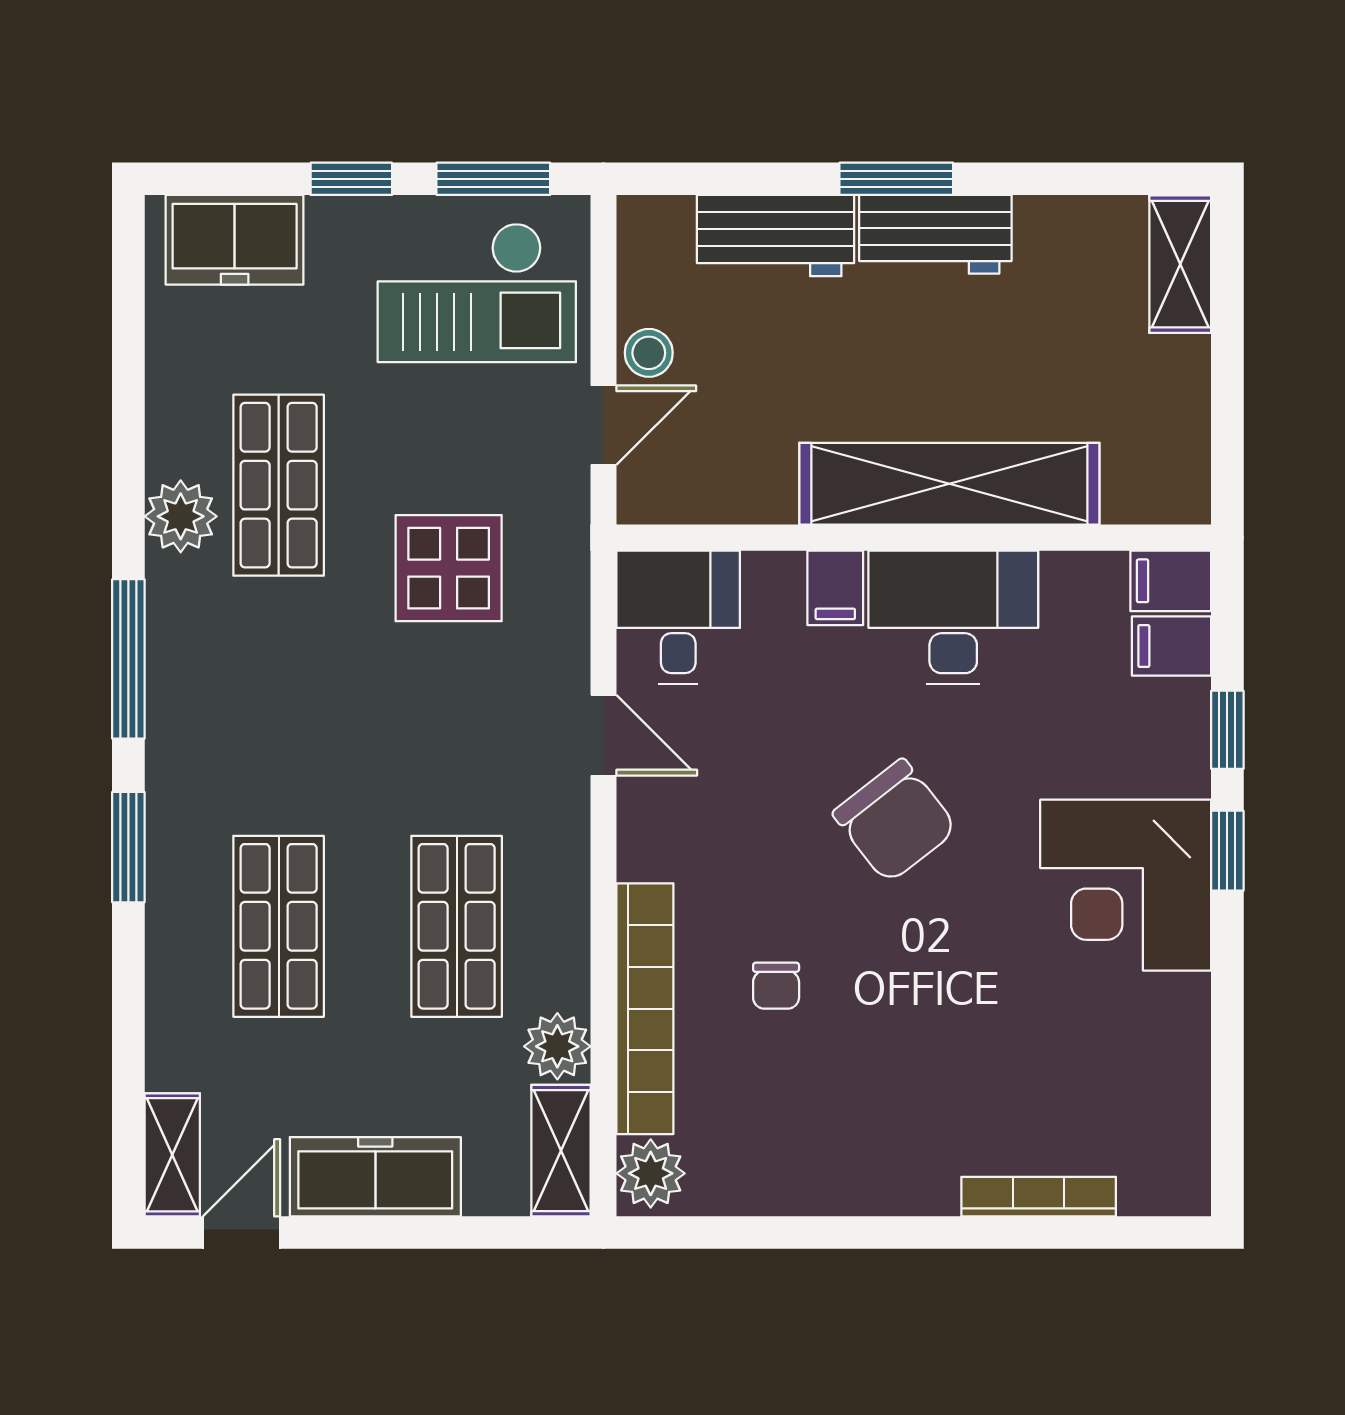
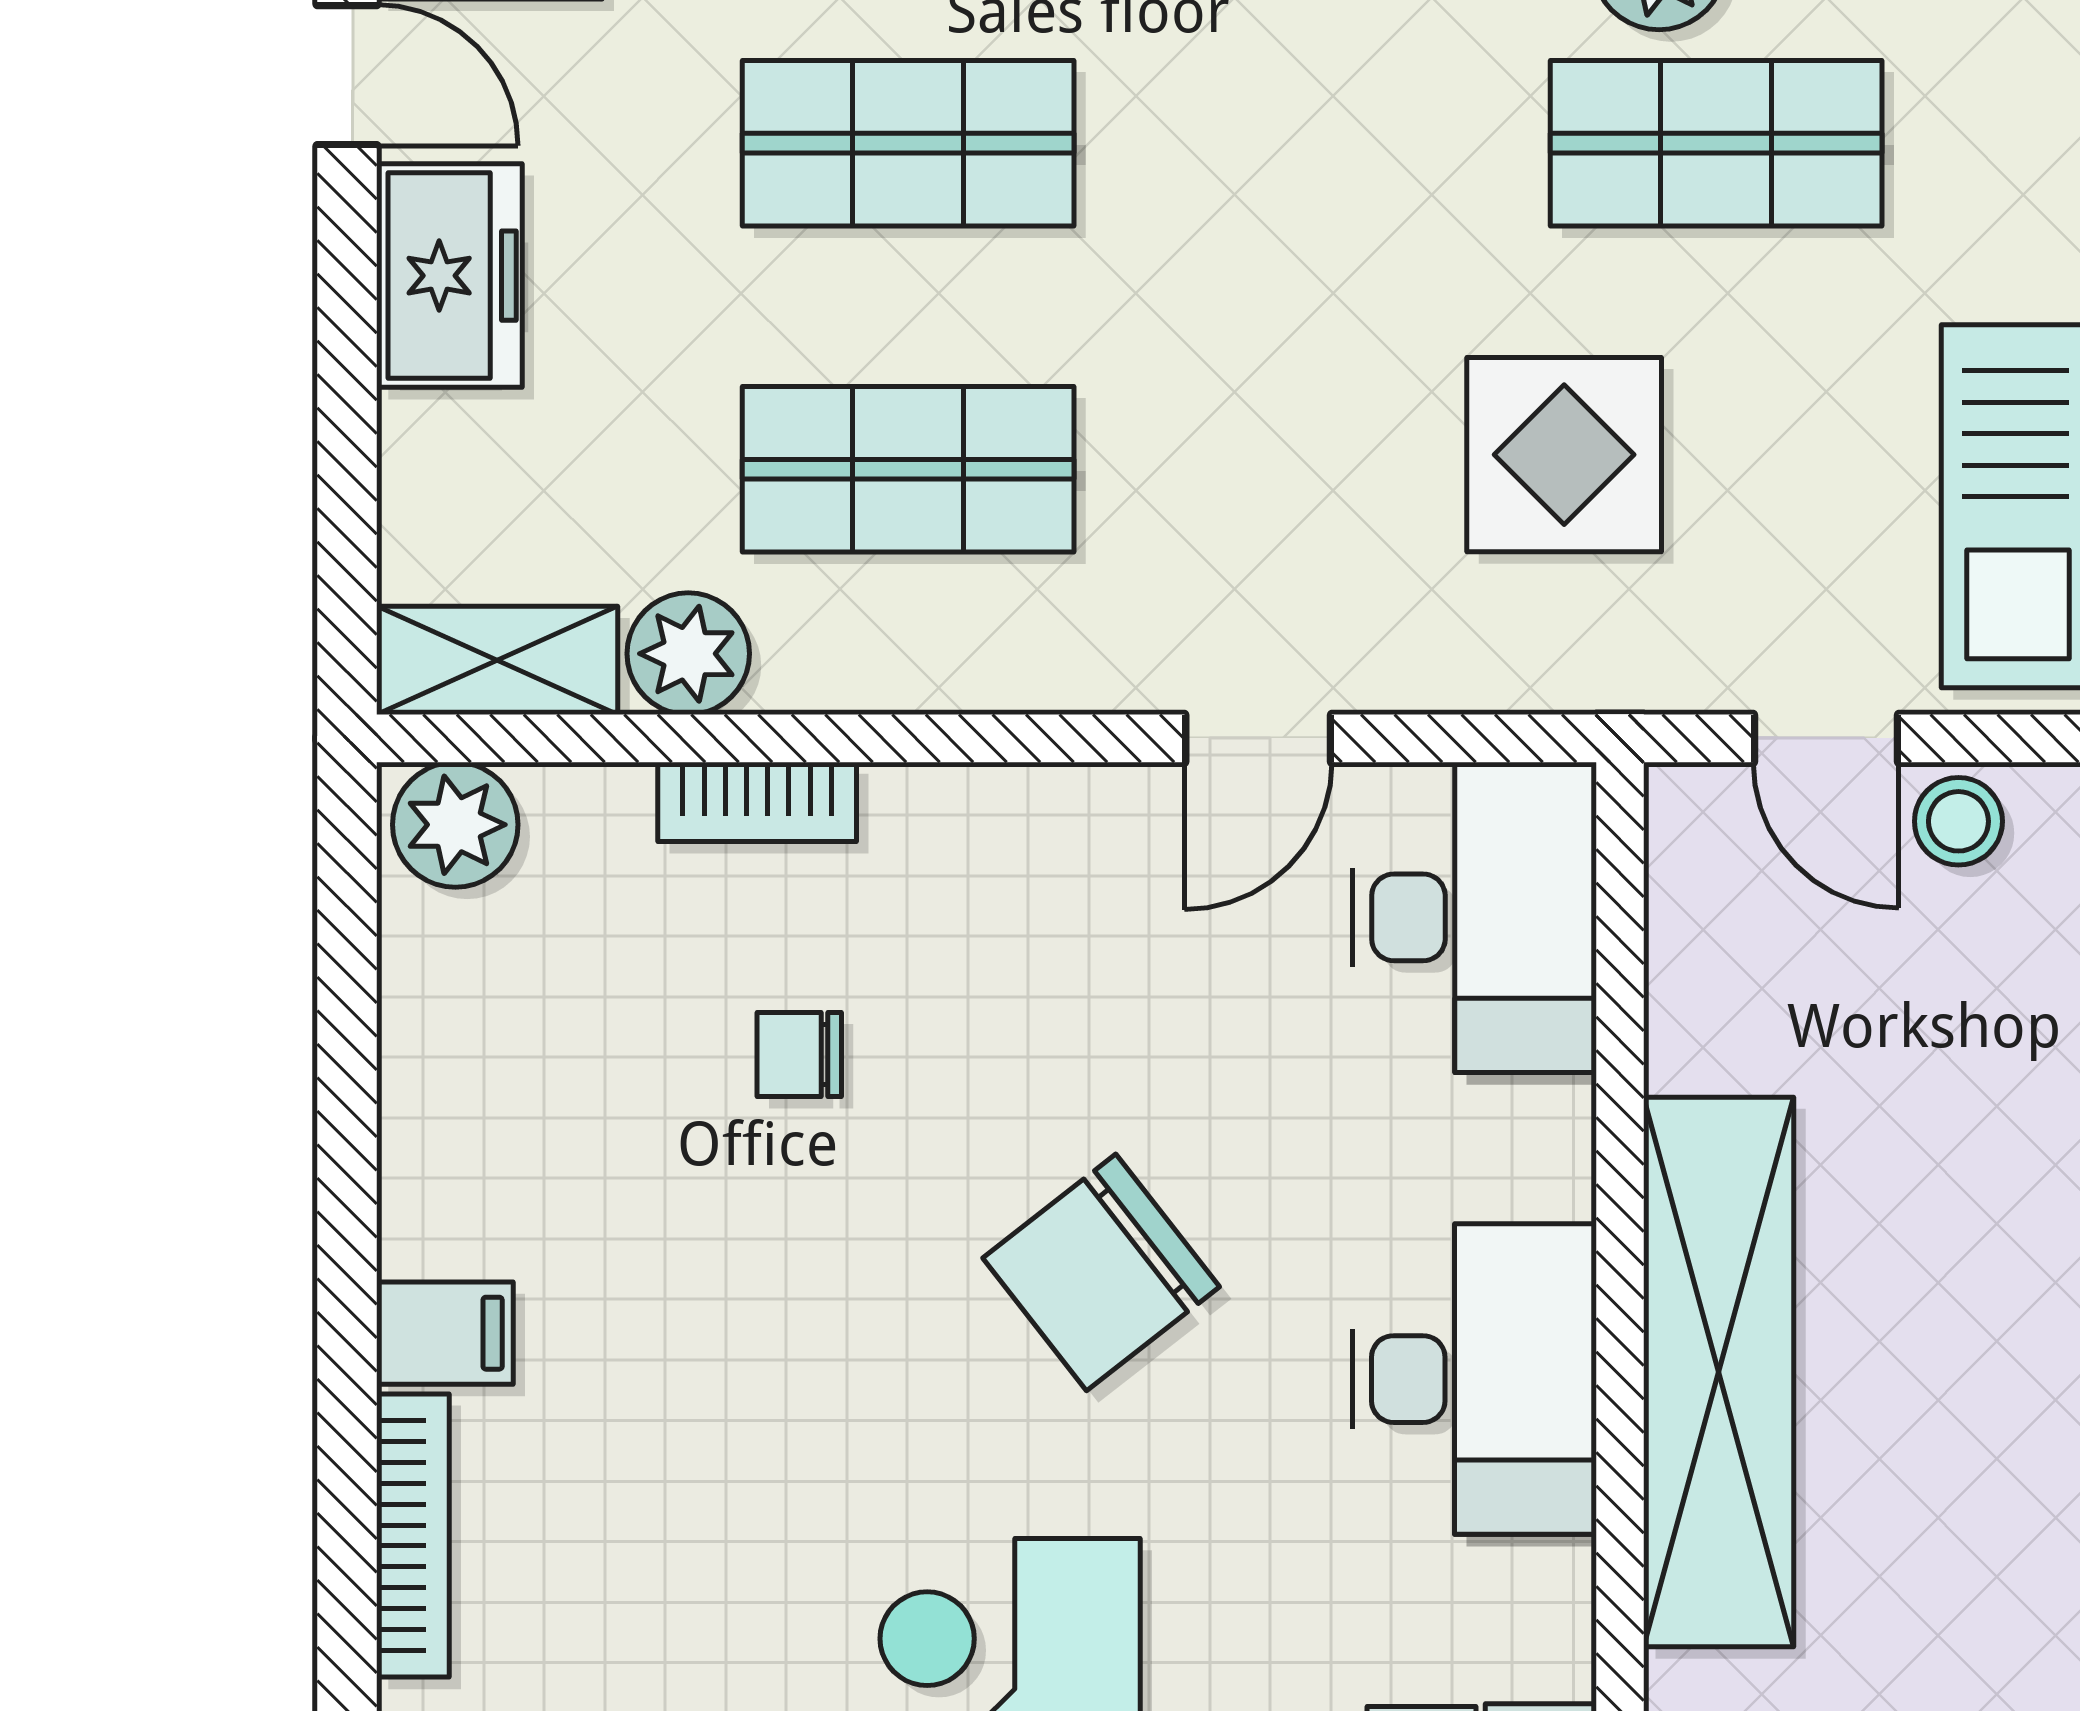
filing cabinet: (835, 588) -> (445, 1333), moved, turned 180
desk: (678, 617) -> (1474, 917), width x1.37
bookcase: (645, 1009) -> (757, 802), width x0.43, depth x0.76
freezer: (375, 1177) -> (449, 276), width x0.71

